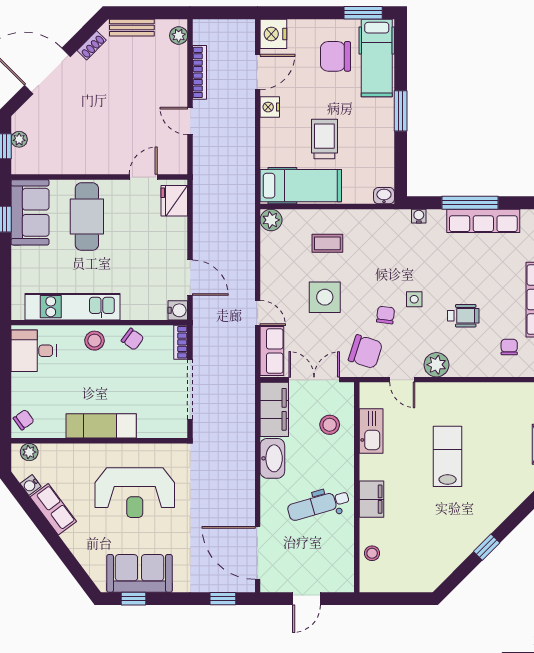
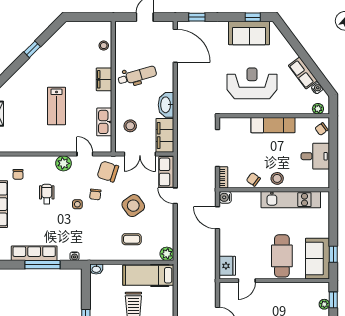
side table: (325, 297) -> (133, 206), turned -35
wheelchair: (463, 316) -> (47, 194), turned 90
desk: (34, 351) -> (315, 156), moved

